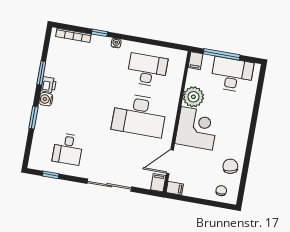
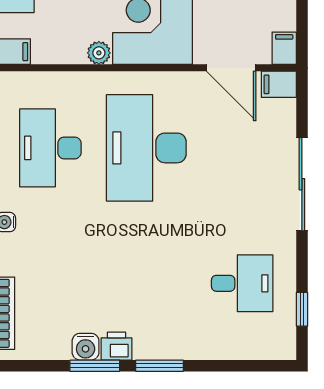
plant: (193, 97) -> (99, 53), width x0.53, depth x0.53
water cooler: (46, 99) -> (86, 347), moved
desk: (139, 115) -> (146, 148), turned 180
window: (33, 118) -> (159, 366), moved

